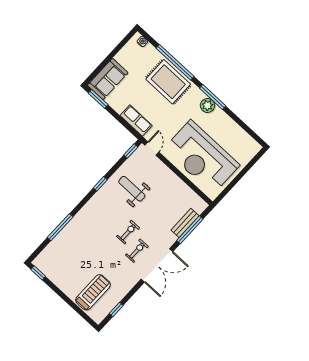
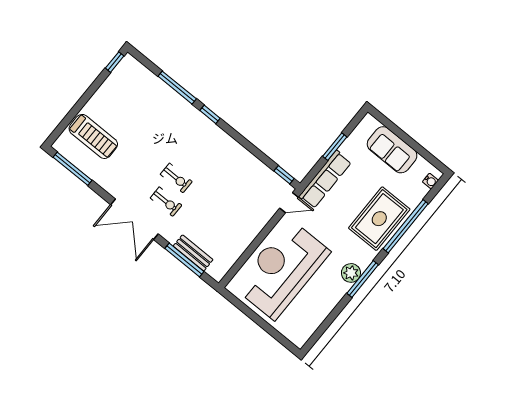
sofa: (108, 79) -> (392, 150), moved
window: (98, 99) -> (335, 147), moved
row of seats: (136, 120) -> (325, 179), width x1.48
window: (100, 184) -> (210, 114), moved
weight bench: (132, 189) -> (234, 179), removed
exercise bike: (137, 251) -> (166, 202), moved
window: (116, 309) -> (72, 169), width x2.17

